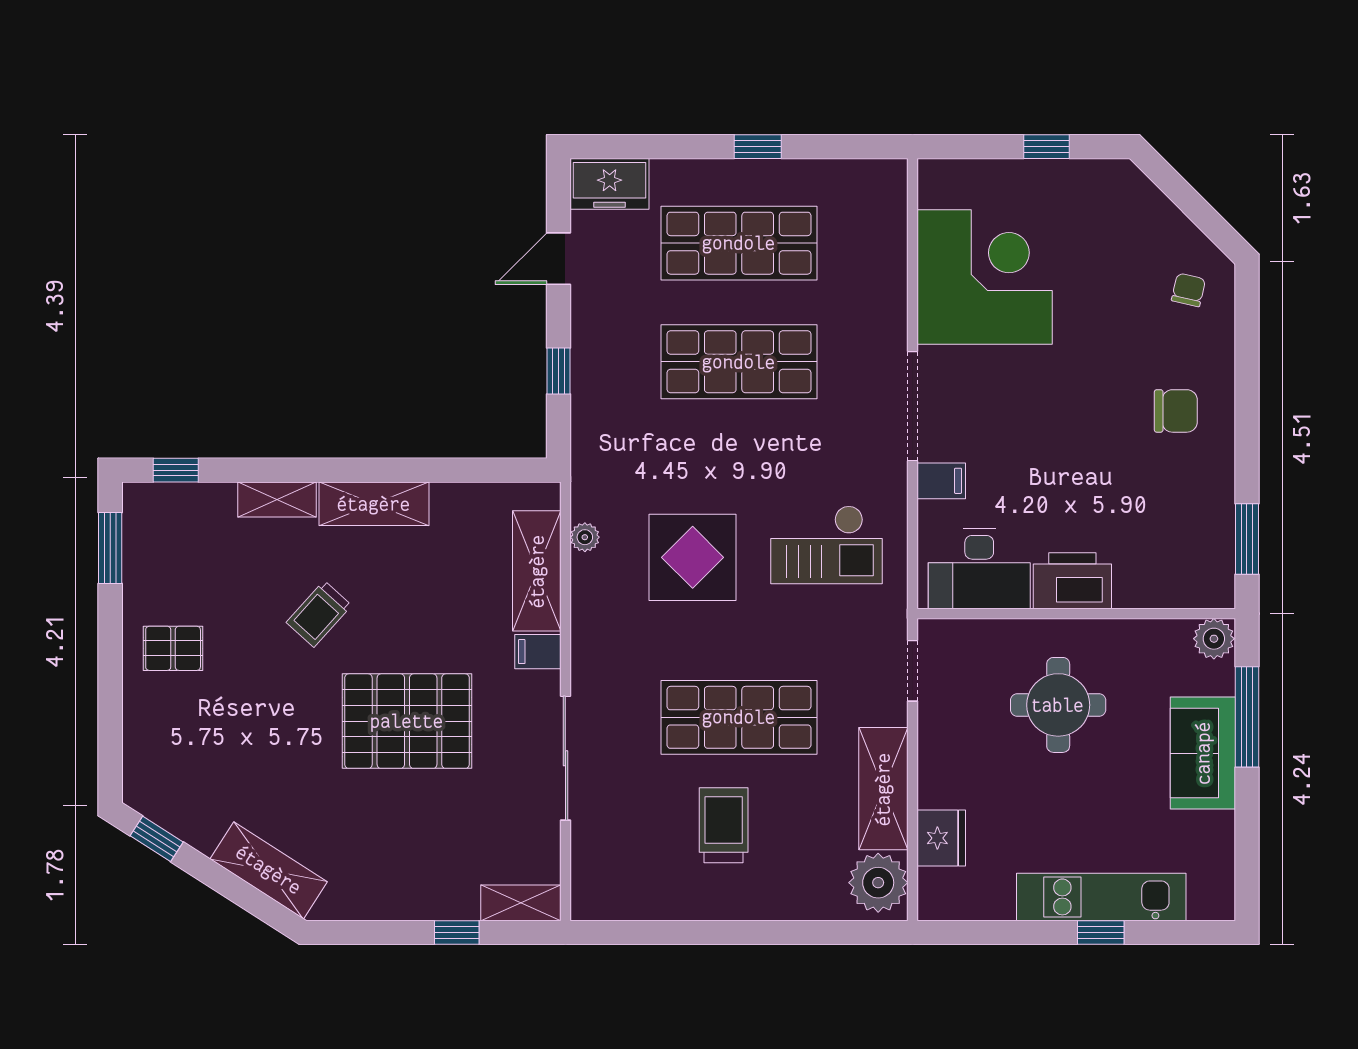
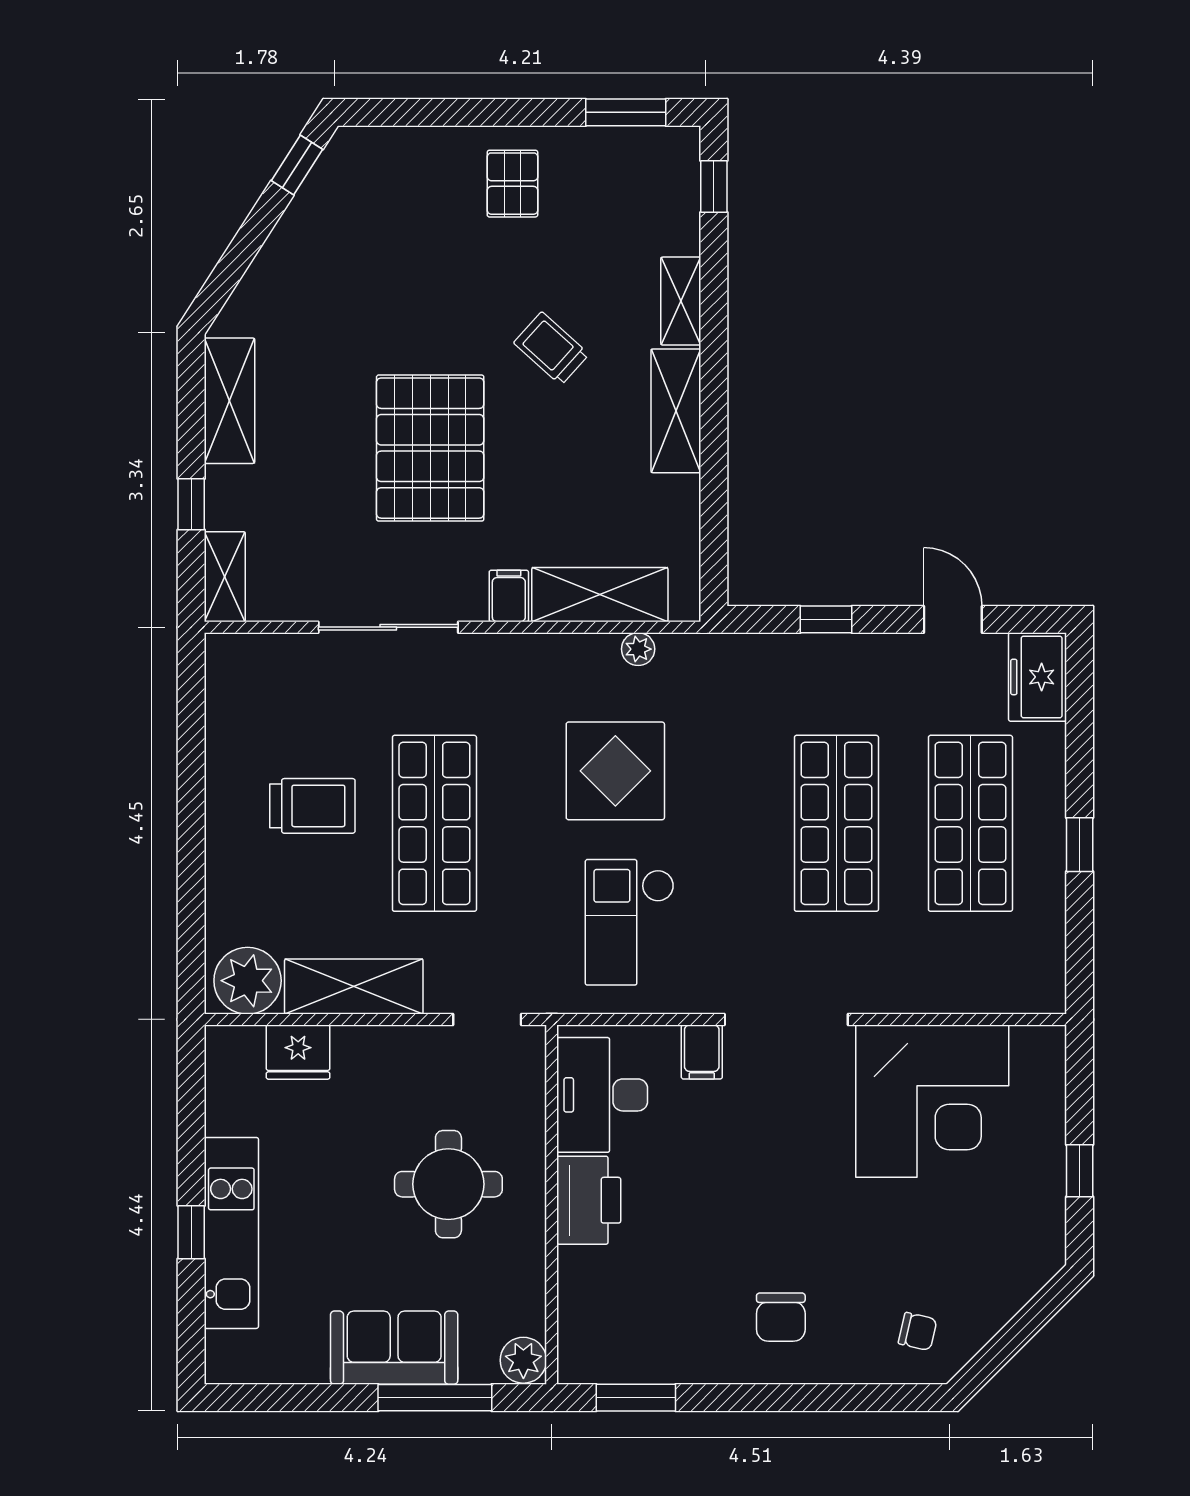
shelving: (269, 870) -> (230, 401), moved, turned -33

